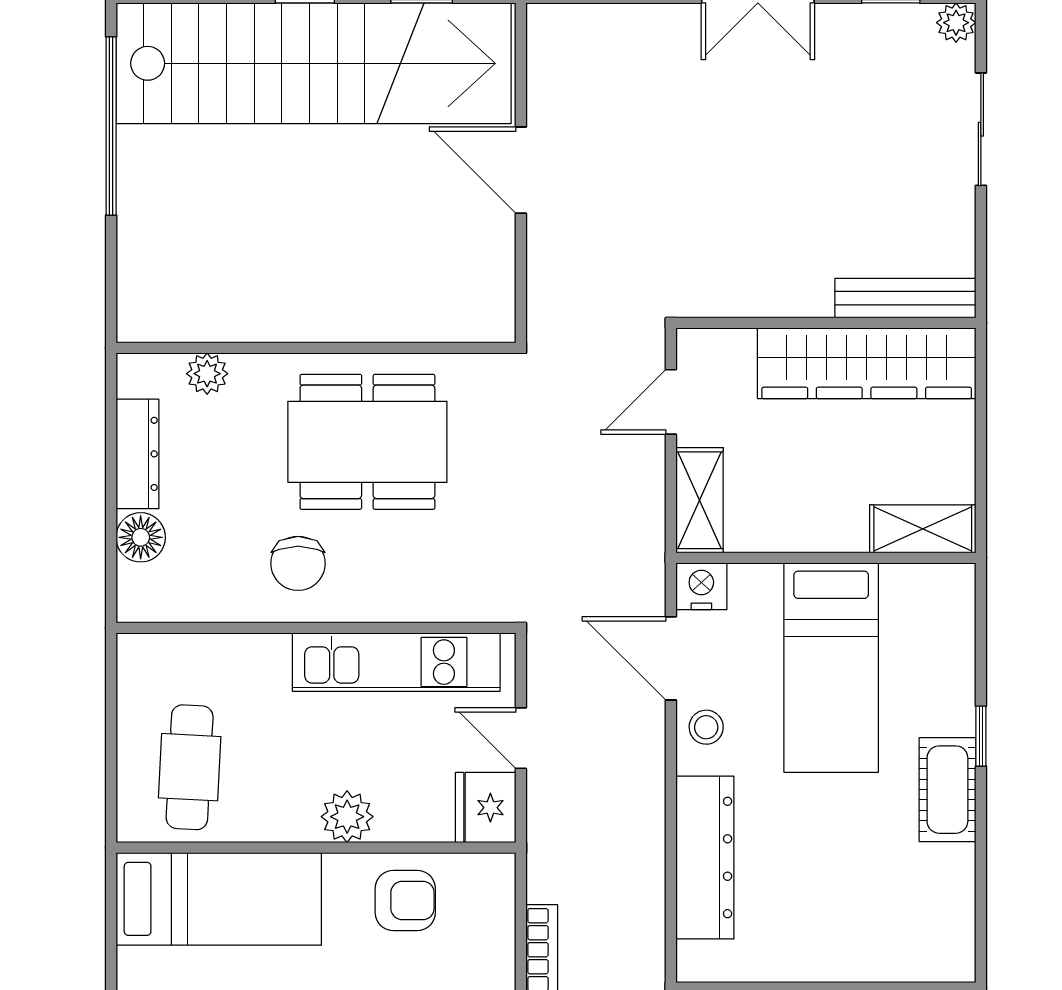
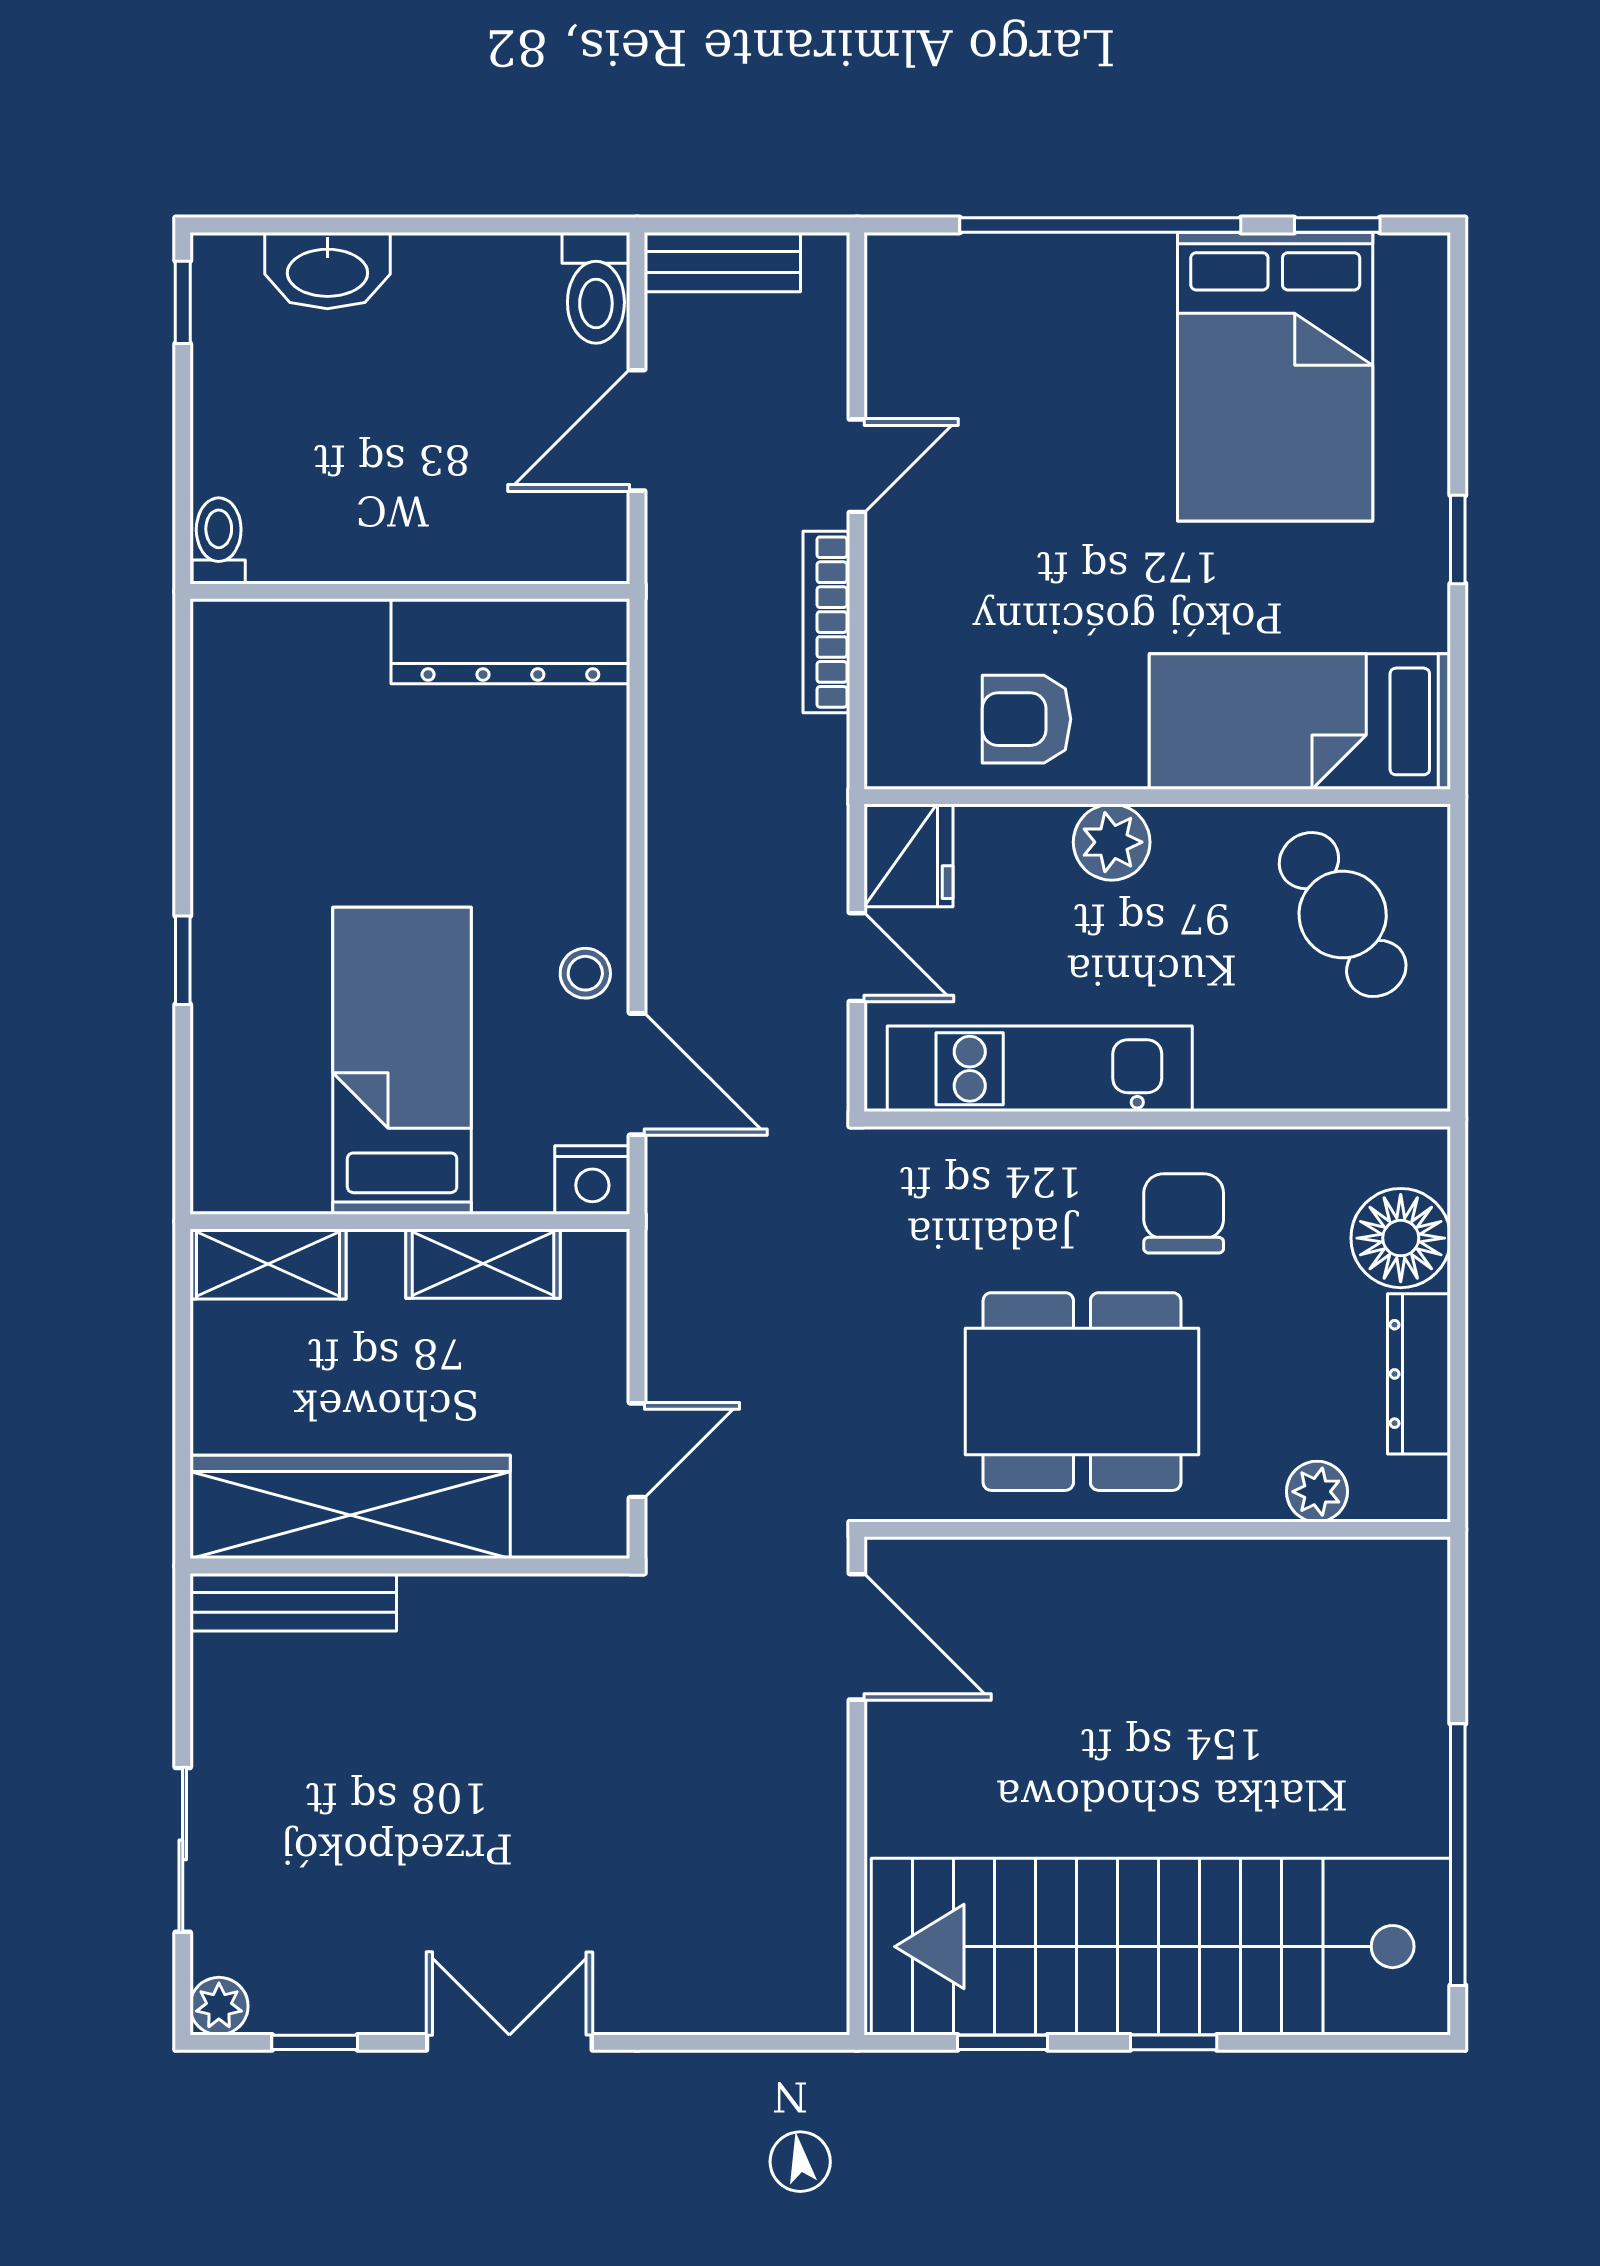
door: (521, 170) -> (857, 1637), moved
shelving: (700, 500) -> (483, 1264), moved, turned 90
floor lamp: (141, 537) -> (1401, 1238), width x1.38, depth x1.38
cafe table: (190, 767) -> (1343, 915), turned -35
cot: (947, 790) -> (232, 882), removed
dresser: (705, 858) -> (510, 641), moved, turned -90

